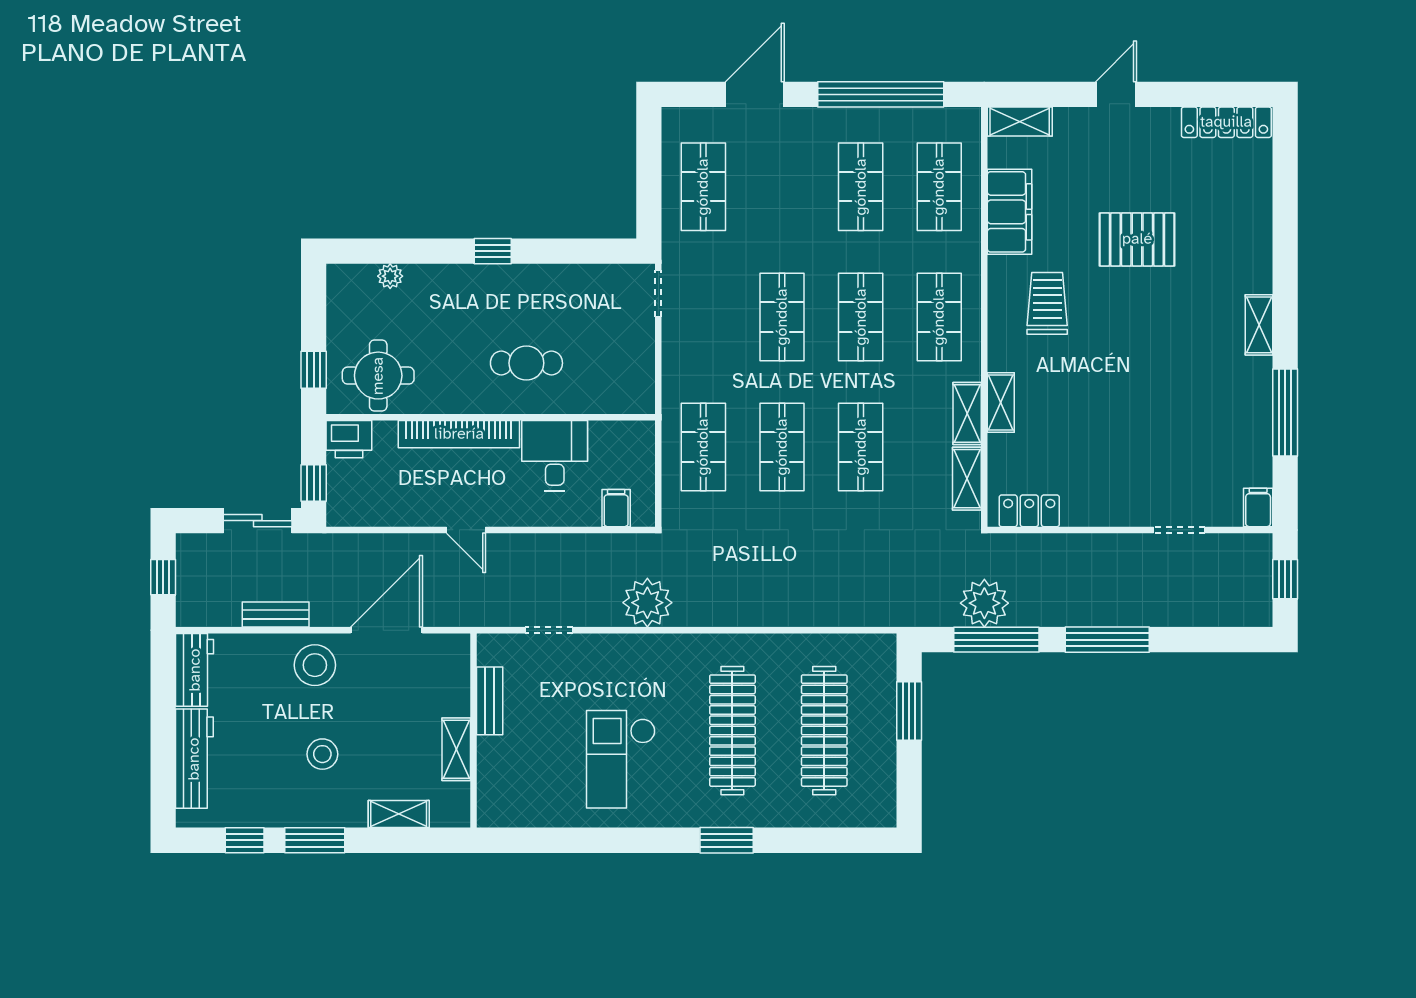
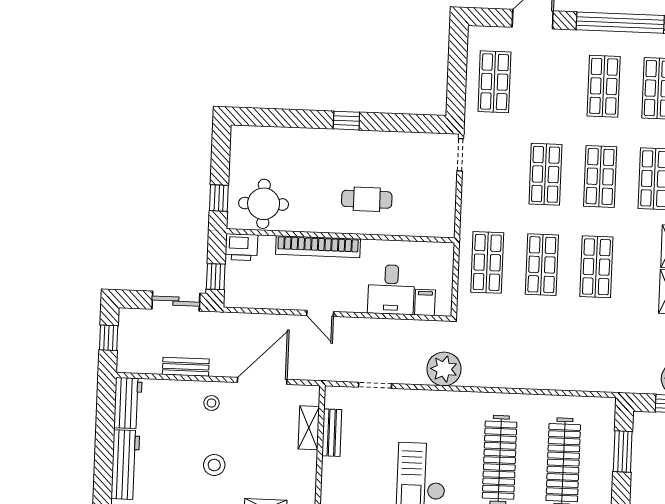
plant: (390, 276) -> (275, 135), removed
desk: (555, 456) -> (391, 290), moved, turned 180
stool: (315, 665) -> (212, 403), width x0.53, depth x0.53
shelving: (456, 749) -> (309, 428), moved

